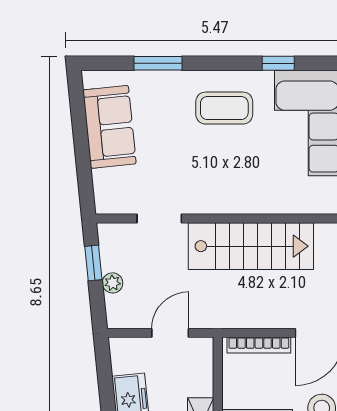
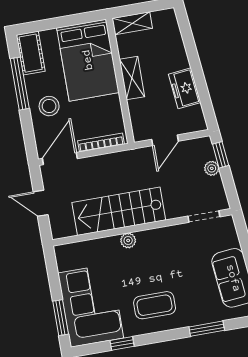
plant: (245, 204) -> (128, 240), added
doorway: (159, 218) -> (204, 216), moved
window: (93, 263) -> (221, 155), moved

